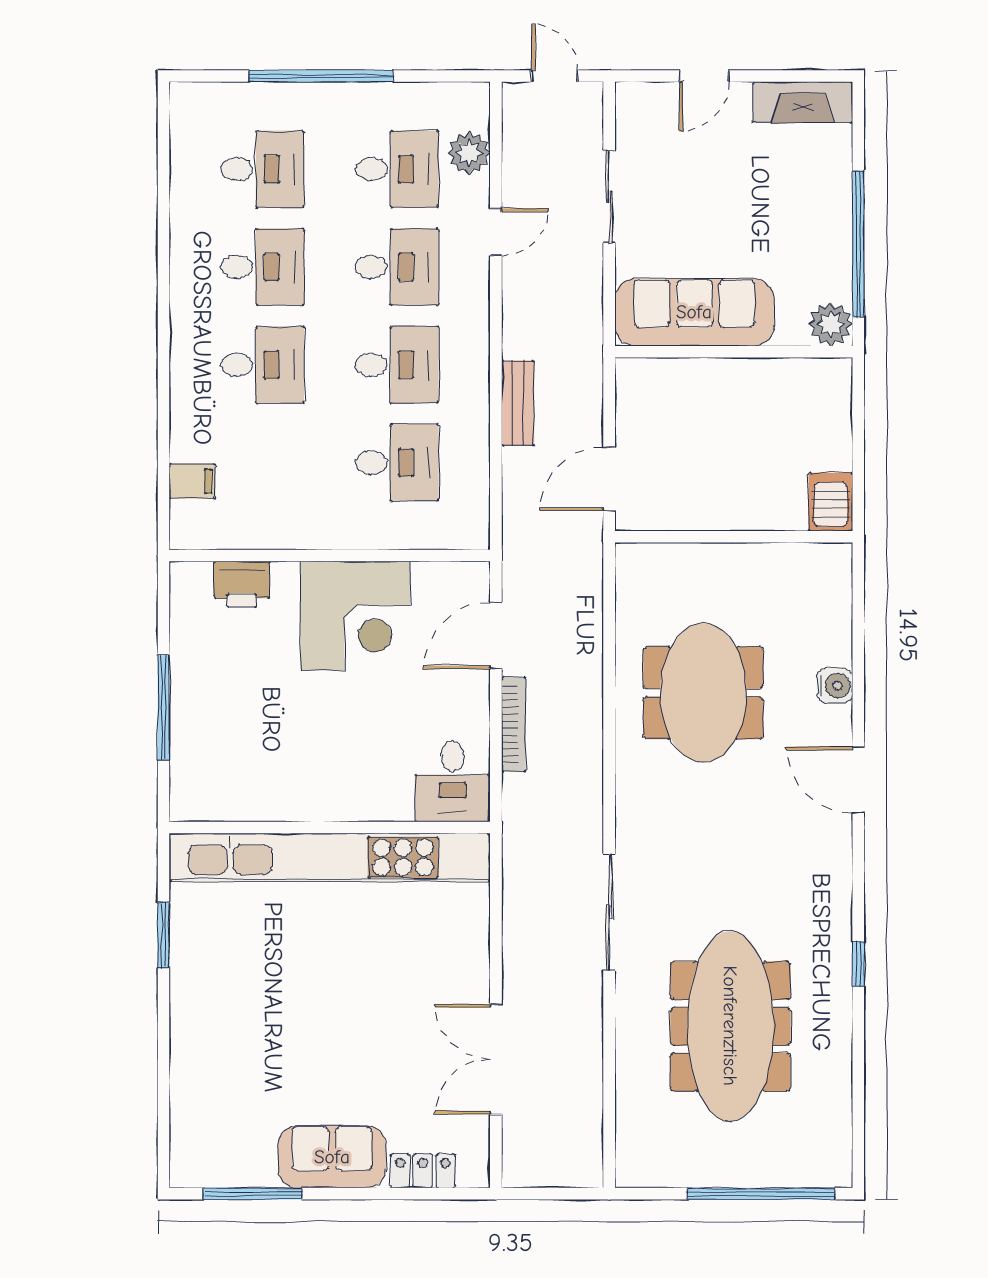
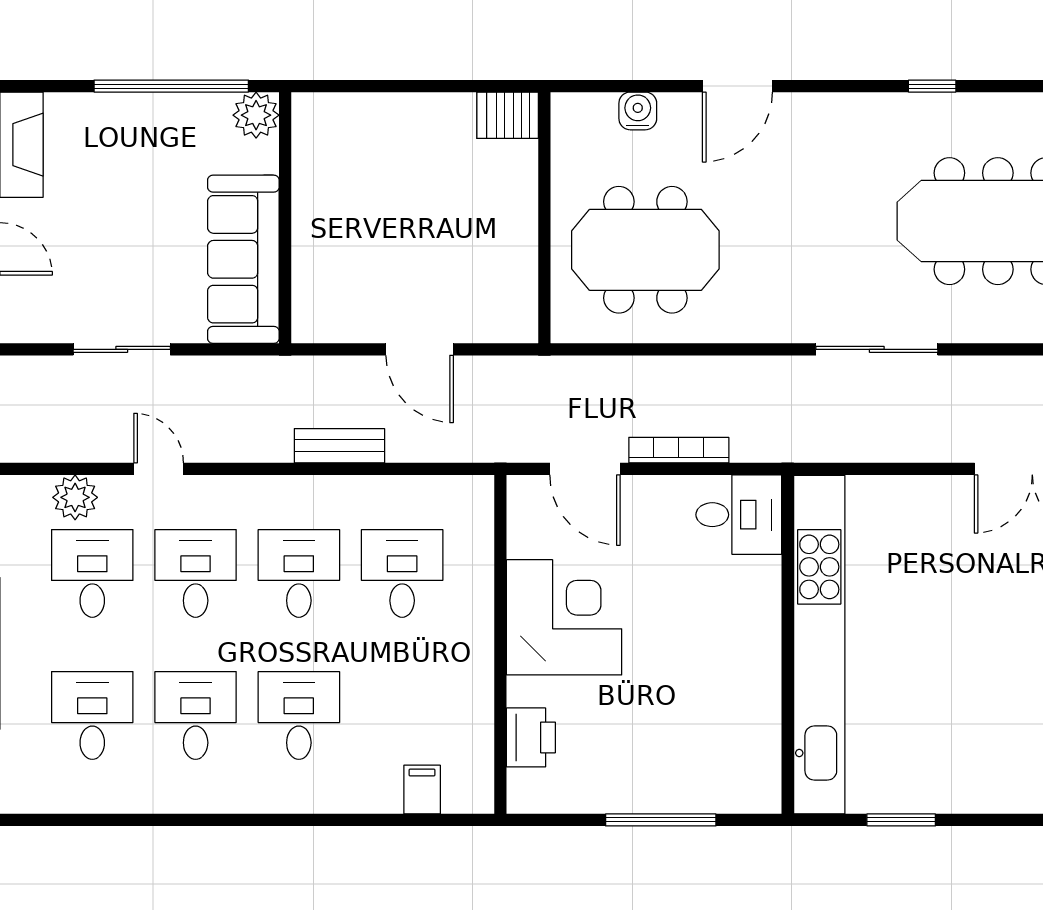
server rack: (831, 502) -> (508, 115), moved
wall: (734, 537) -> (544, 218), moved

